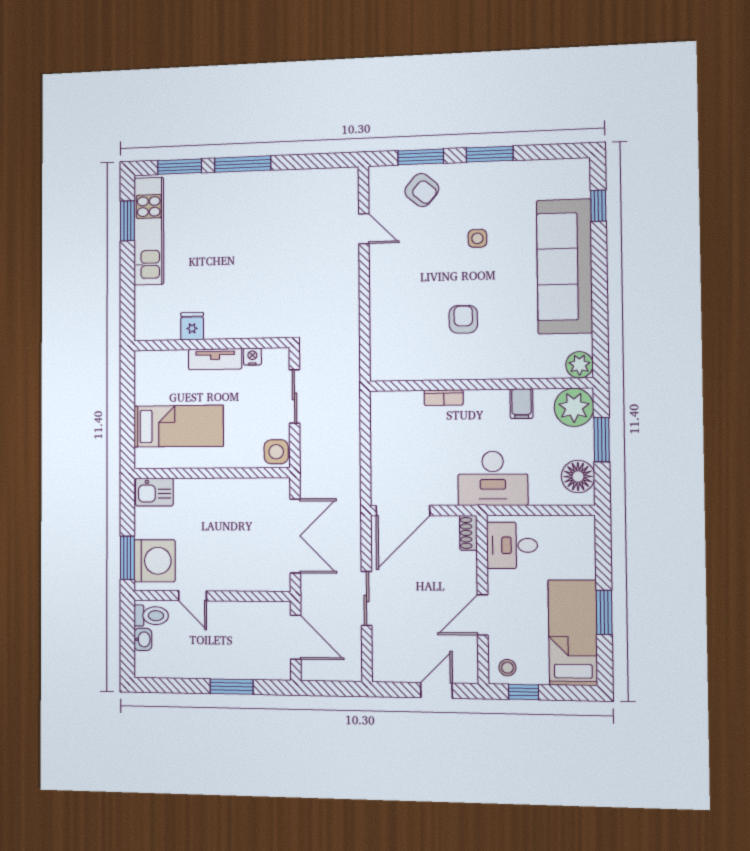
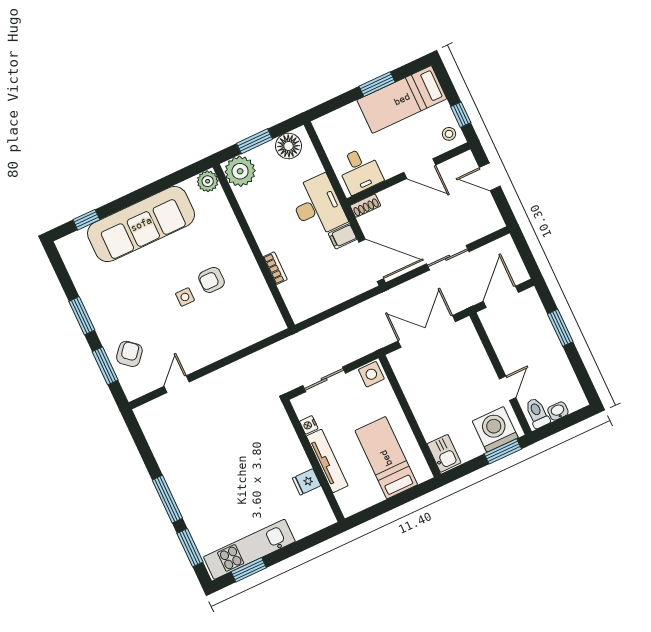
side table: (477, 238) -> (185, 297), moved
tv unit: (215, 359) -> (327, 461), width x1.41
filing cabinet: (521, 404) -> (343, 236), moved, turned 180

